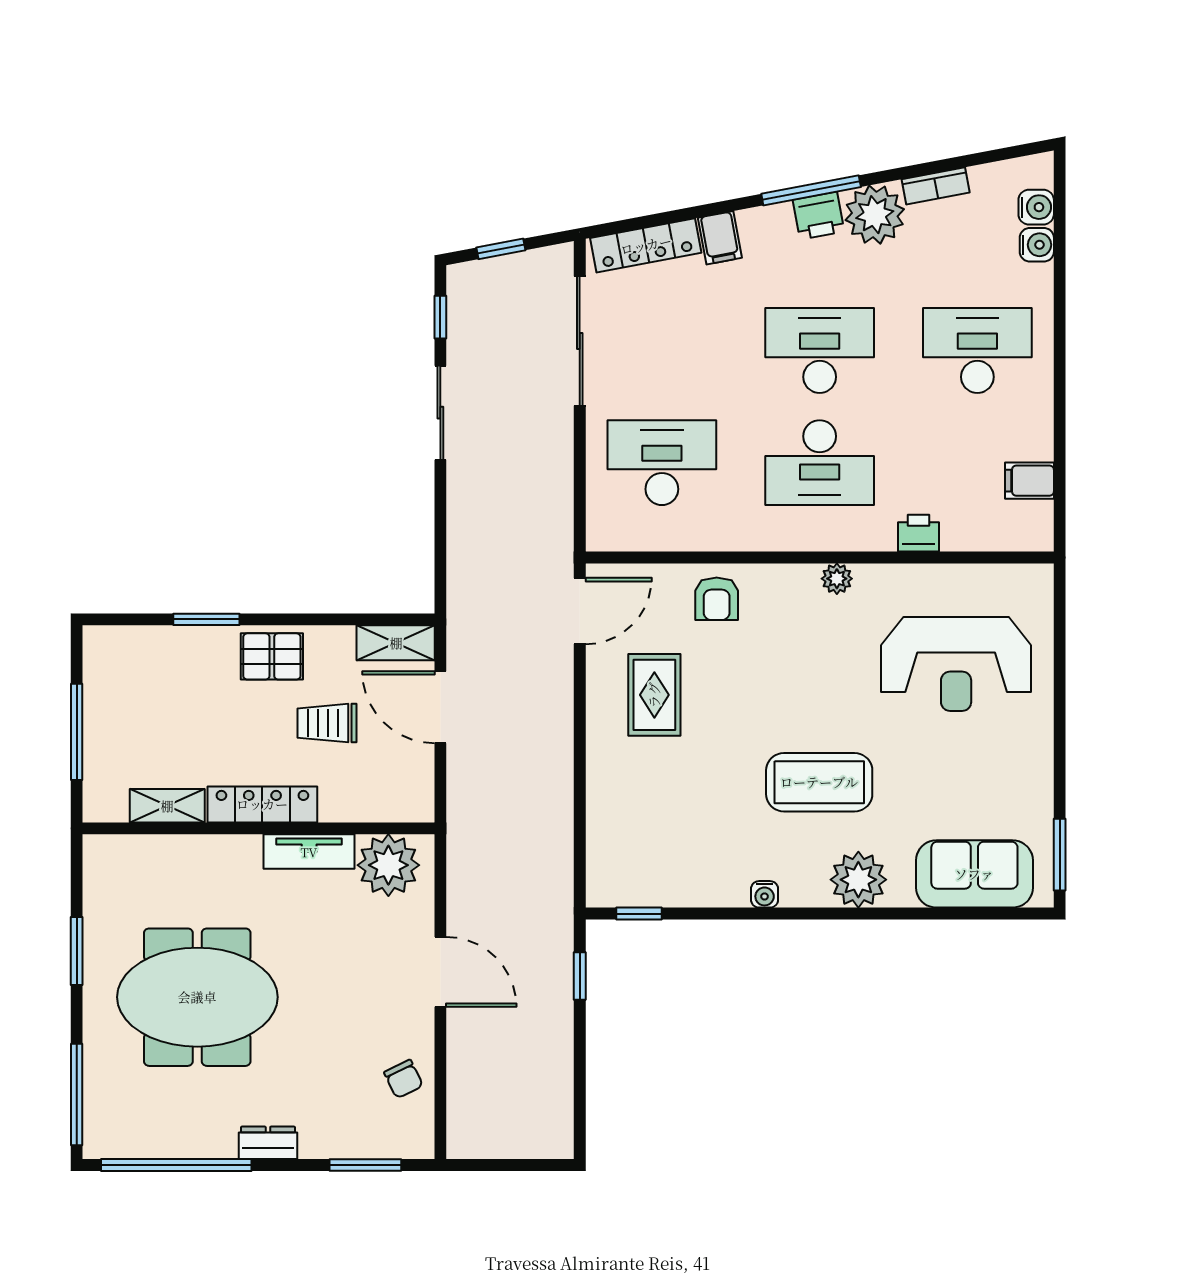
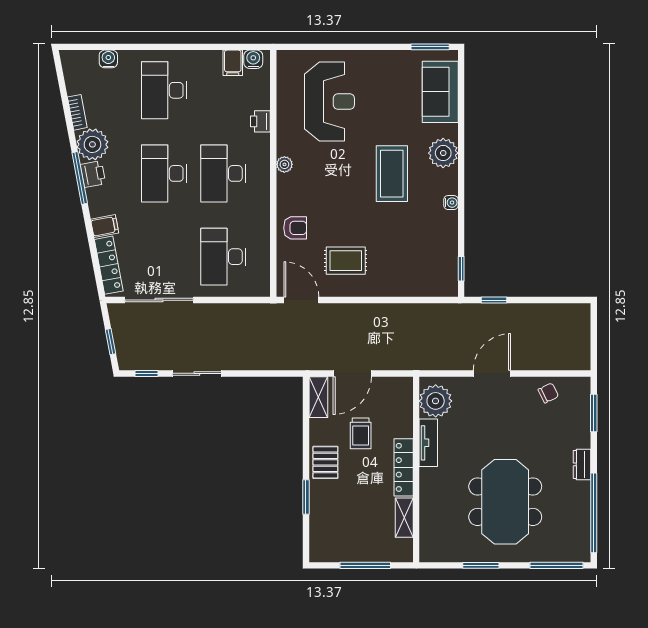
water cooler: (1036, 207) -> (253, 59), moved
desk: (820, 463) -> (223, 173), turned 180

